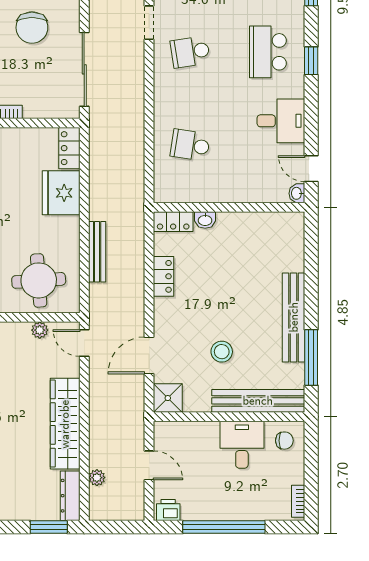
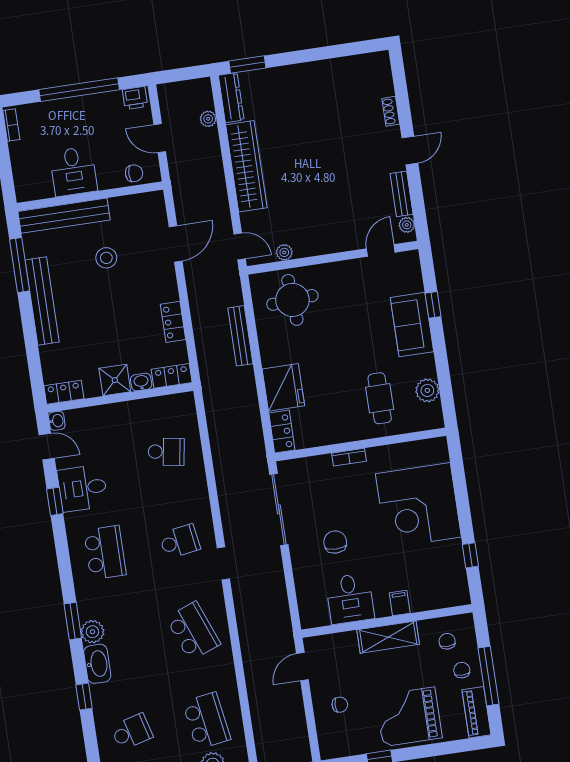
chair: (32, 28) -> (335, 542), width x0.73, depth x0.73
window: (311, 61) -> (55, 501), moved
locker: (285, 221) -> (64, 392), added
shower: (168, 398) -> (115, 380), moved
chair: (284, 441) -> (134, 173), moved, turned 180

